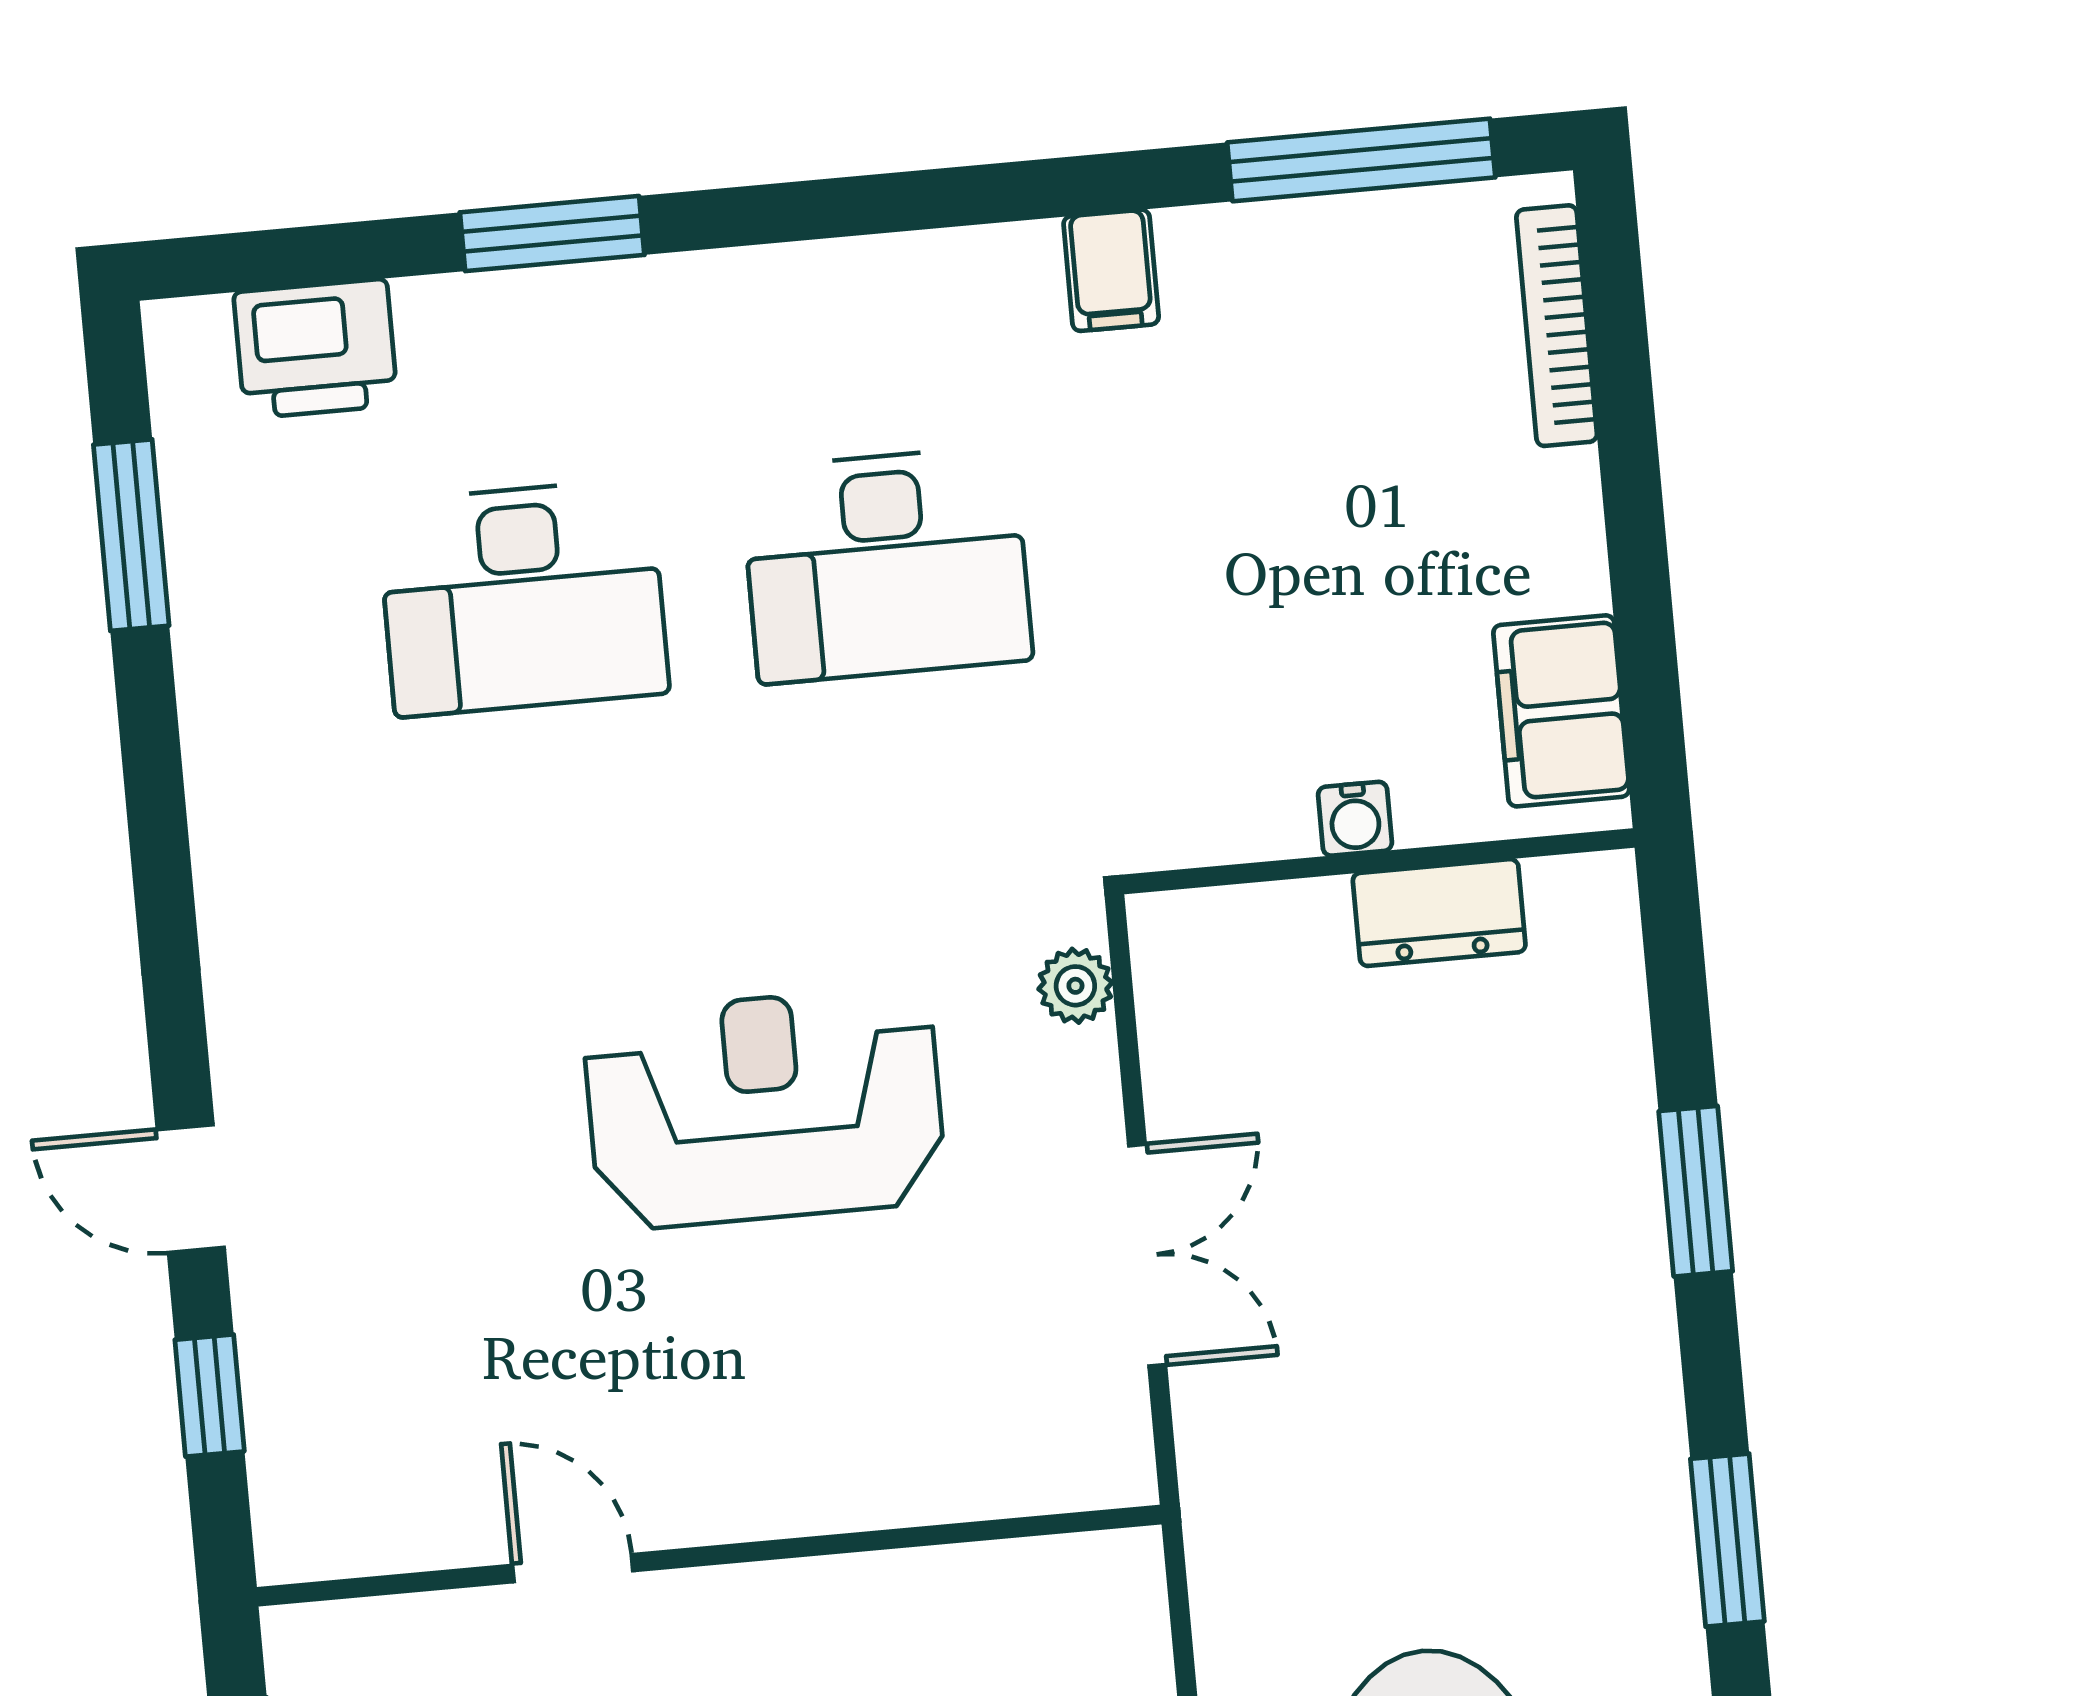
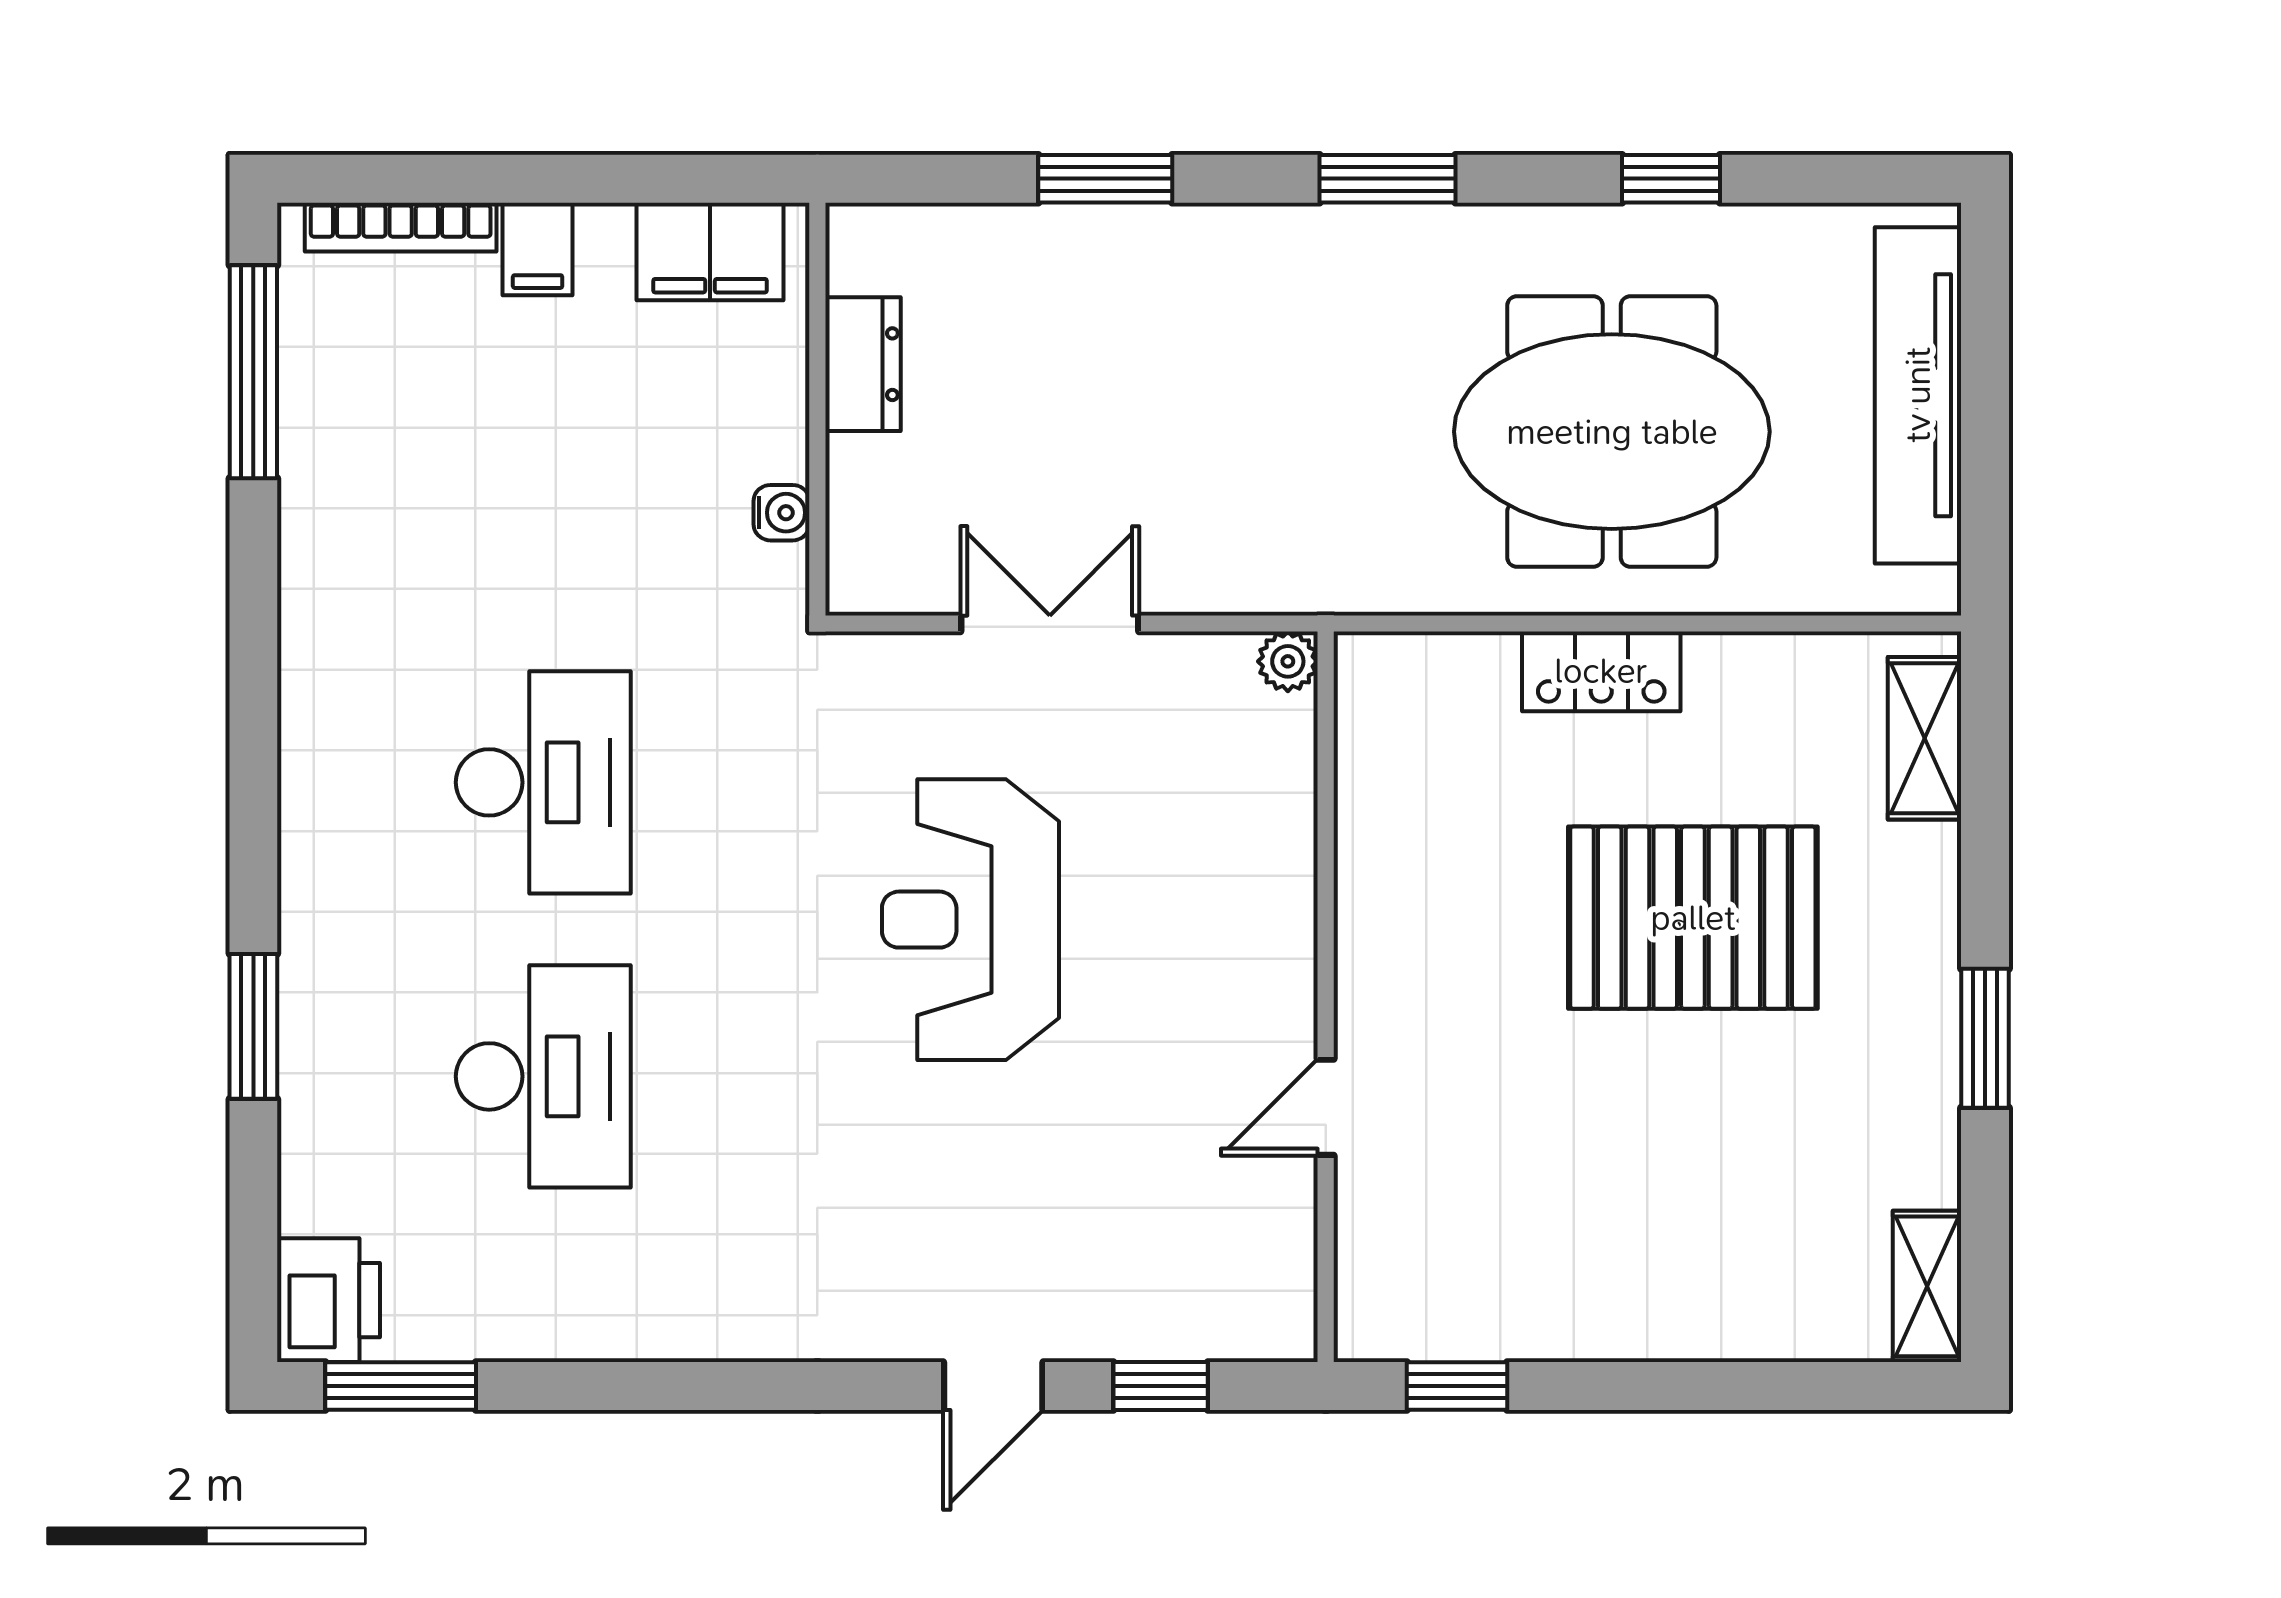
filing cabinet: (1111, 270) -> (538, 249), moved, turned 90
printer: (316, 349) -> (329, 1300), moved
window: (131, 535) -> (401, 1386), moved
water cooler: (1355, 819) -> (782, 513), moved
plant: (1075, 986) -> (1288, 661), moved
double door: (1147, 1255) -> (1050, 624), moved

